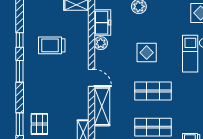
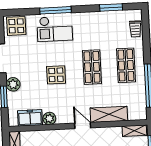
door: (91, 78) -> (83, 125), hinge flipped

